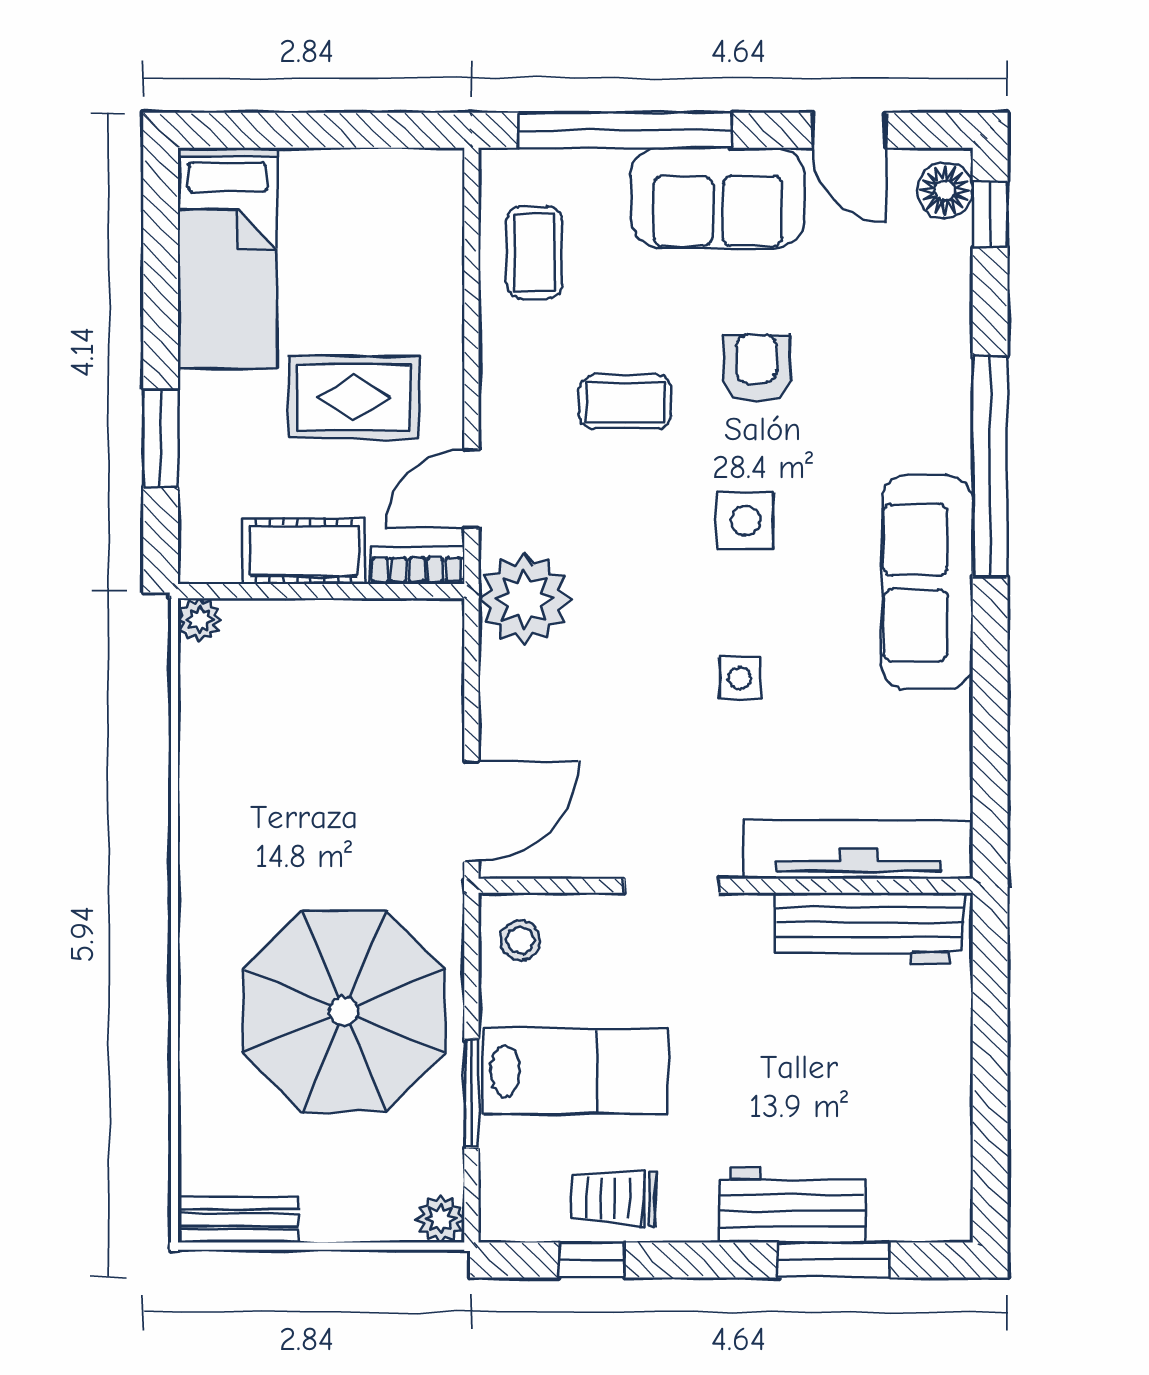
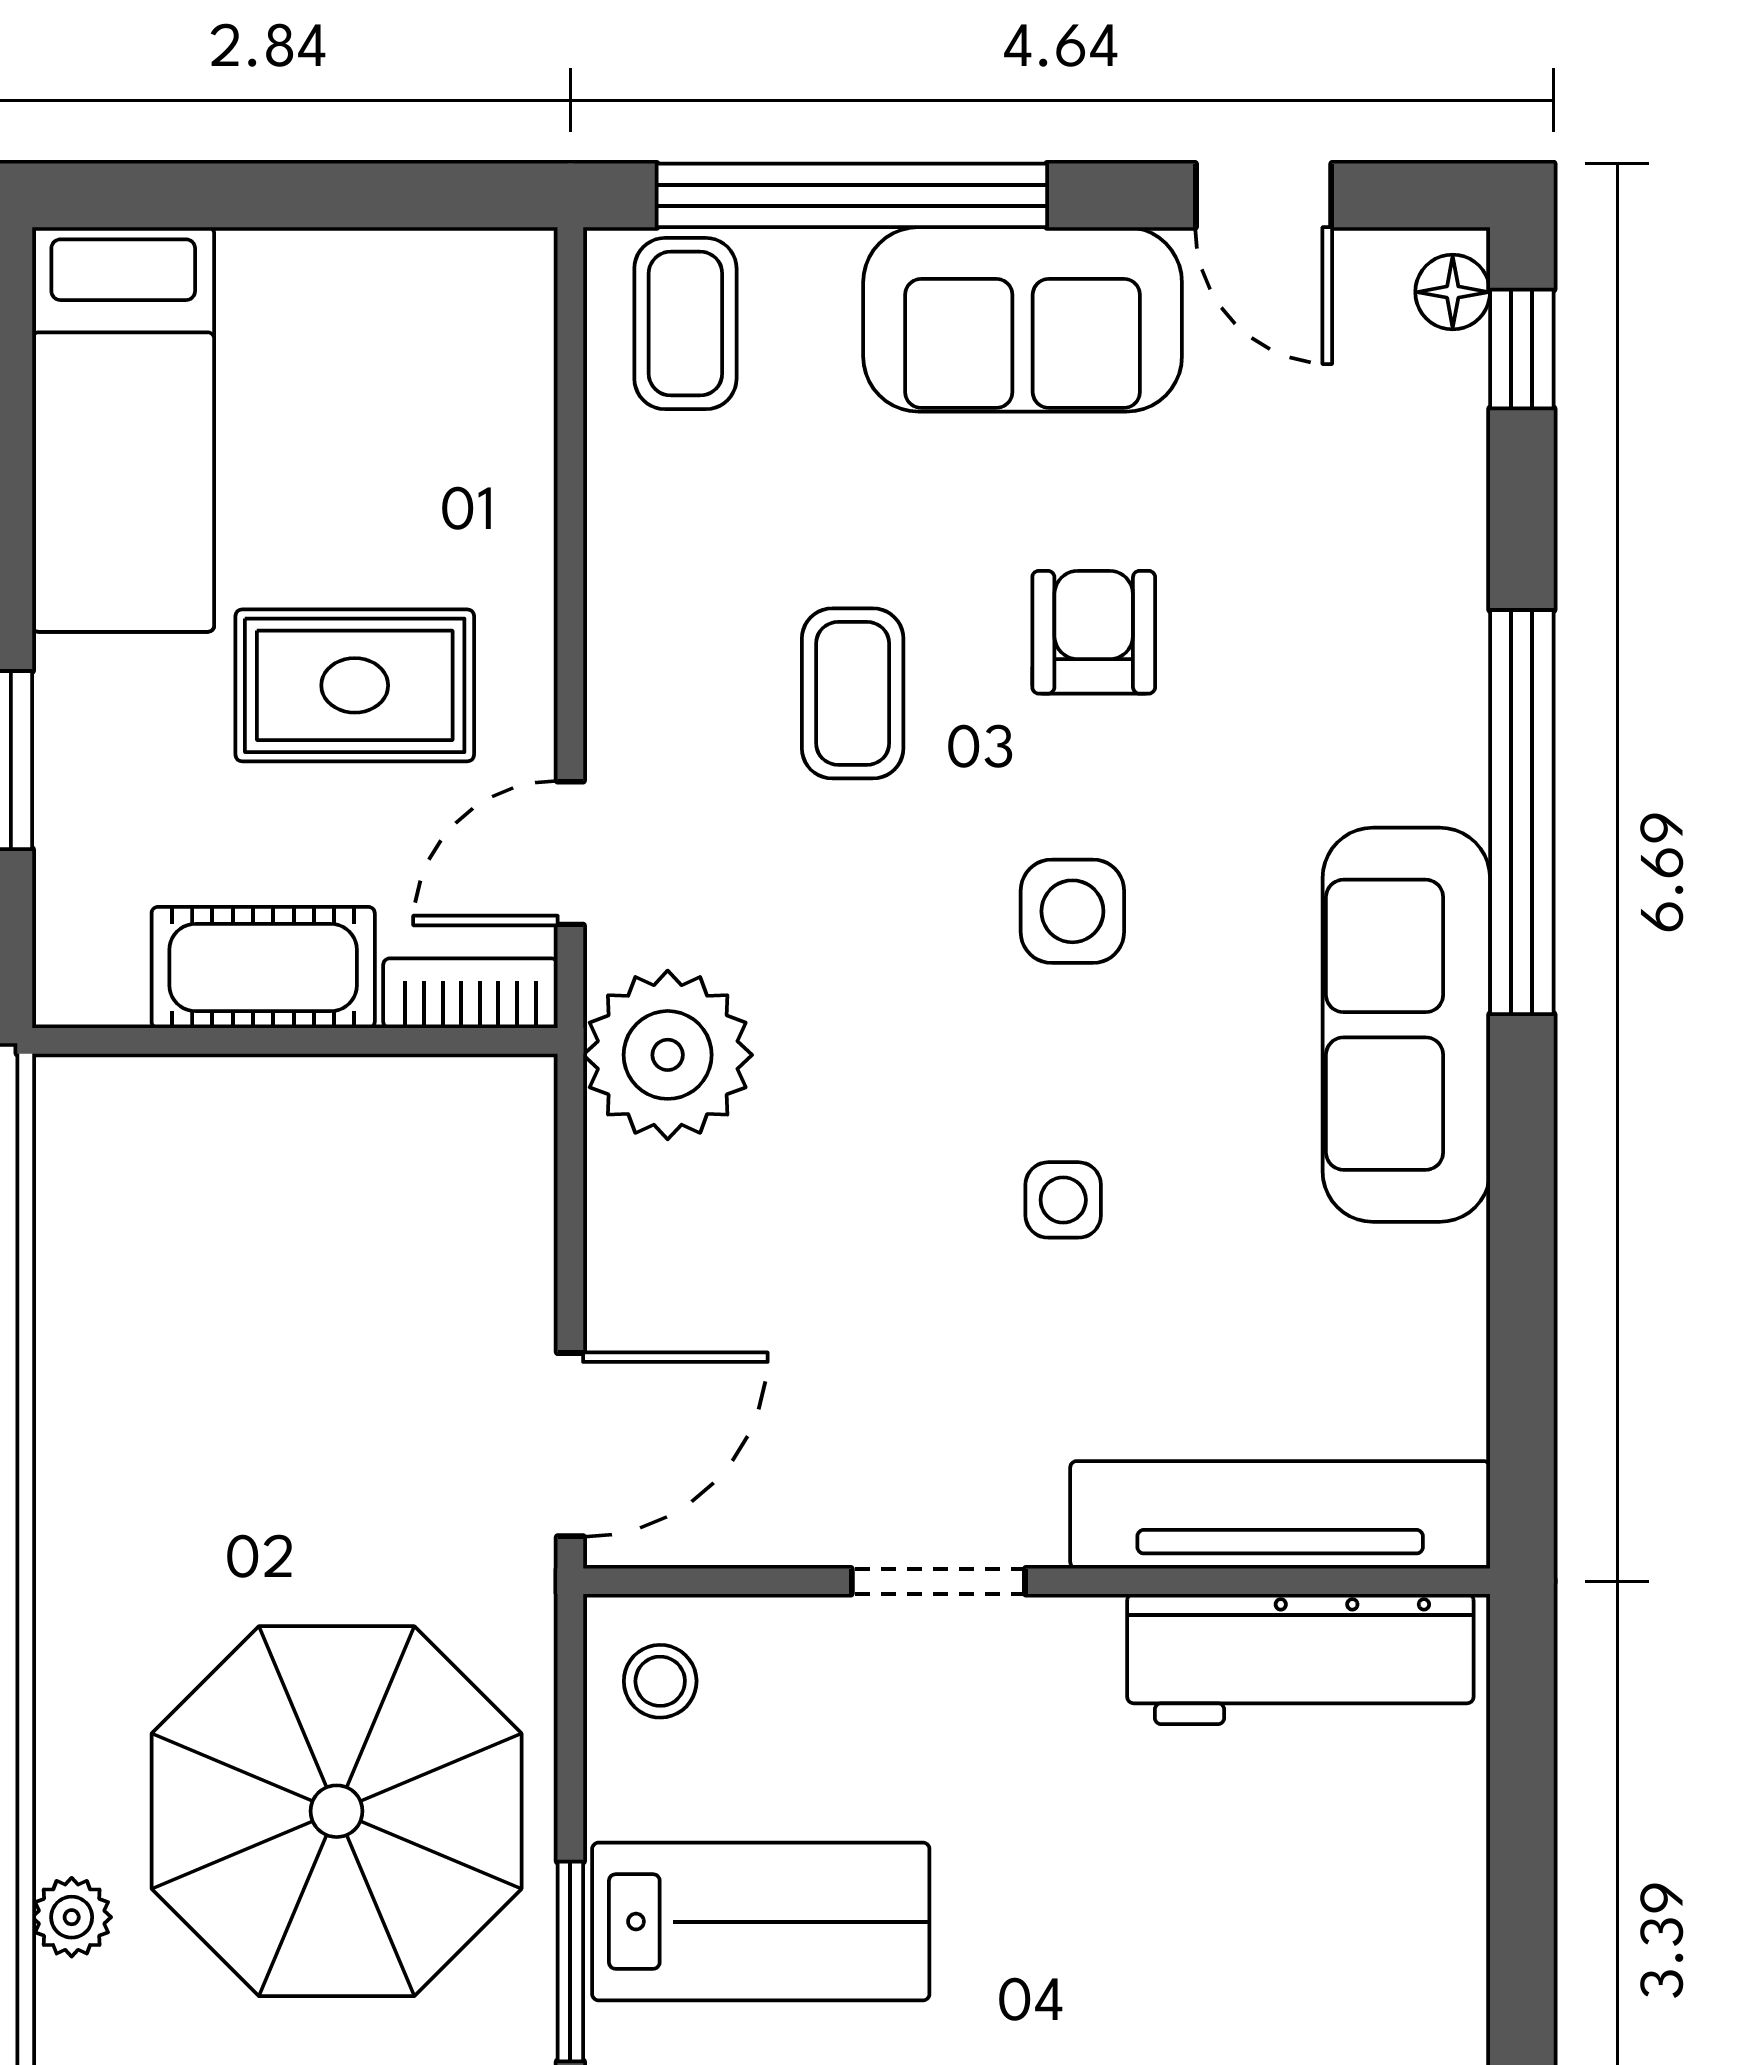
floor lamp: (945, 190) -> (1453, 292), width x0.73, depth x0.73
coffee table: (535, 252) -> (685, 324), moved
coffee table: (625, 402) -> (853, 693), turned 90
plant: (199, 620) -> (72, 1917), moved

